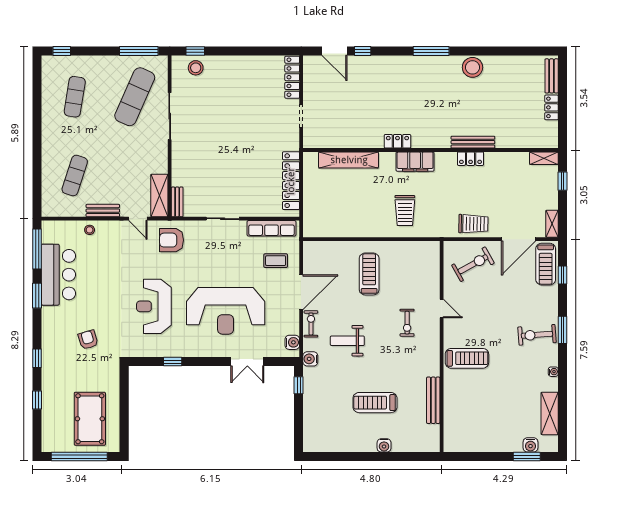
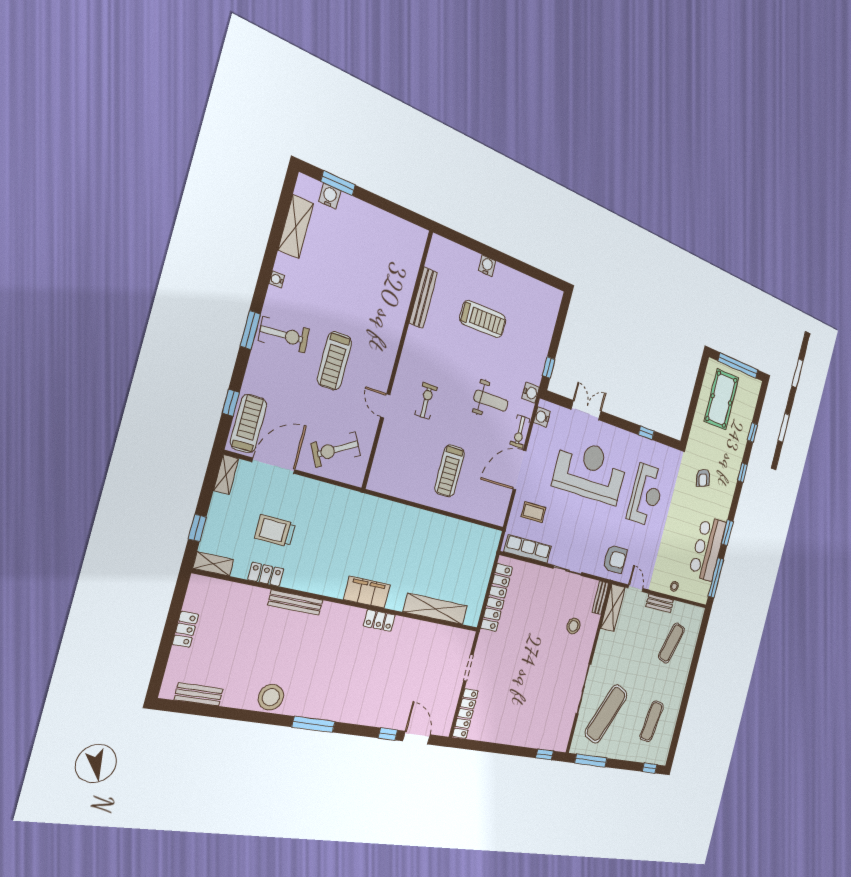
stool: (196, 68) -> (573, 626), moved
bench: (552, 76) -> (199, 694), moved, turned 90
locker: (471, 159) -> (266, 574), moved
trolley: (405, 211) -> (393, 536), removed
trolley: (473, 224) -> (275, 531), moved
treadmill: (467, 358) -> (334, 361), moved, turned -90

